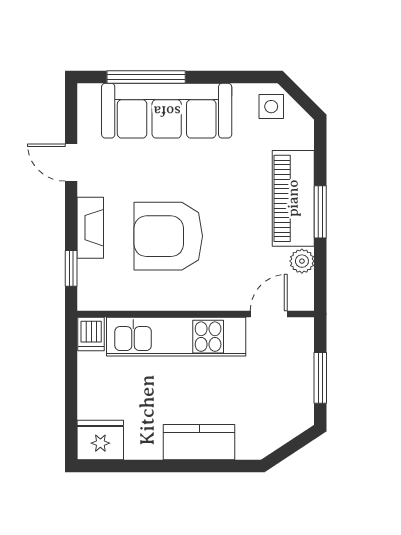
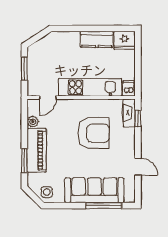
window: (320, 212) -> (24, 161), moved
fireplace: (90, 228) -> (129, 113), moved
kitchen counter: (199, 442) -> (97, 39), moved

